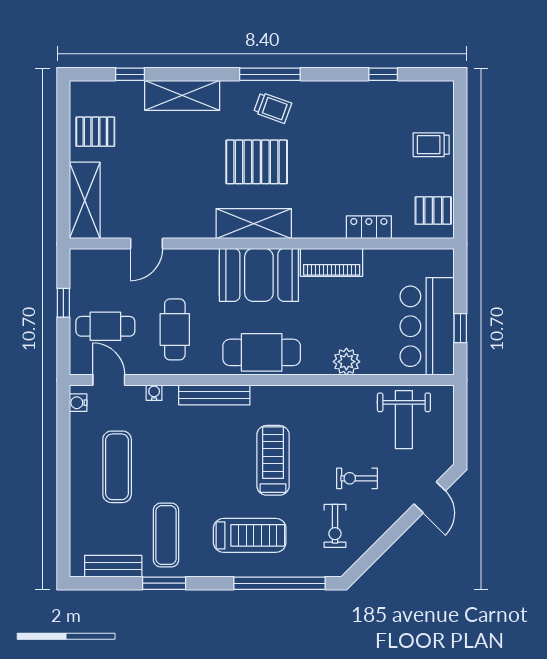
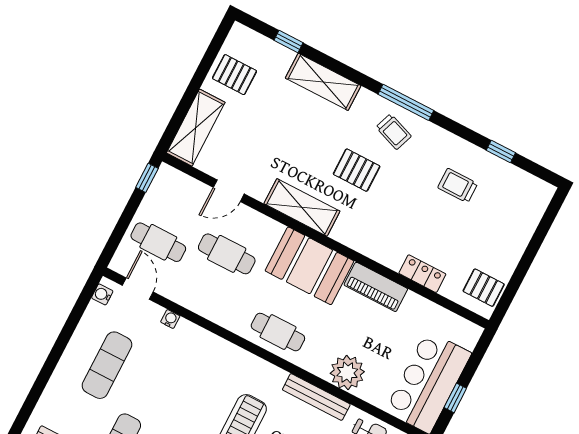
trolley: (431, 145) -> (458, 186), moved
pallet: (257, 162) -> (357, 170), width x0.67, depth x0.71
shelving: (254, 224) -> (302, 207), moved
window: (63, 303) -> (147, 178), moved
cafe table: (175, 329) -> (227, 254), moved, turned 90
cafe table: (262, 352) -> (278, 332), width x0.73, depth x0.74
plant: (346, 362) -> (347, 373), width x1.36, depth x1.36
bench: (214, 395) -> (316, 397), moved

